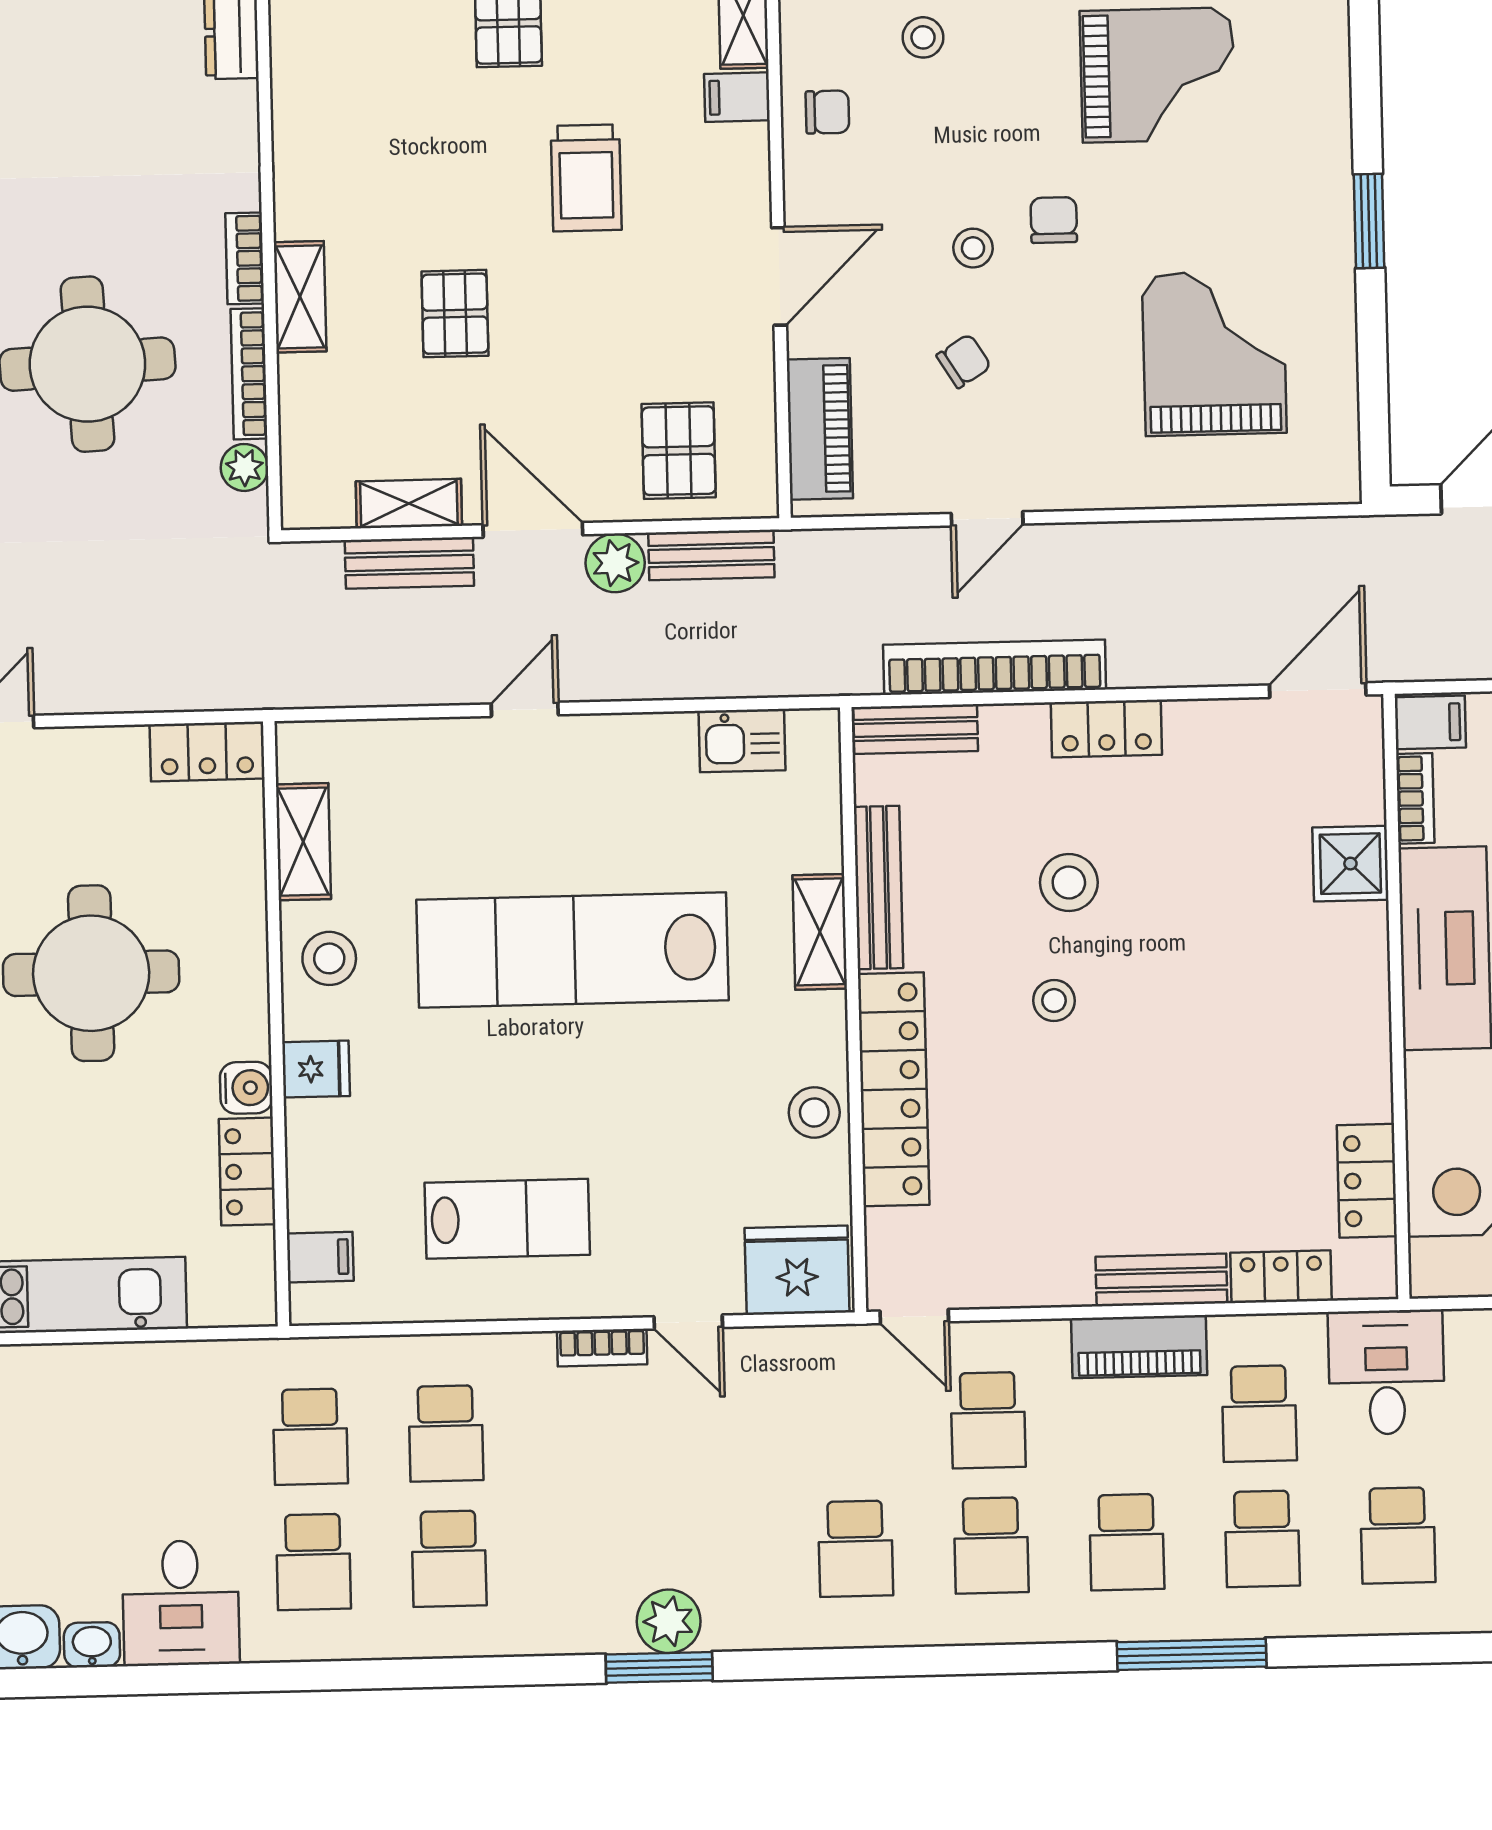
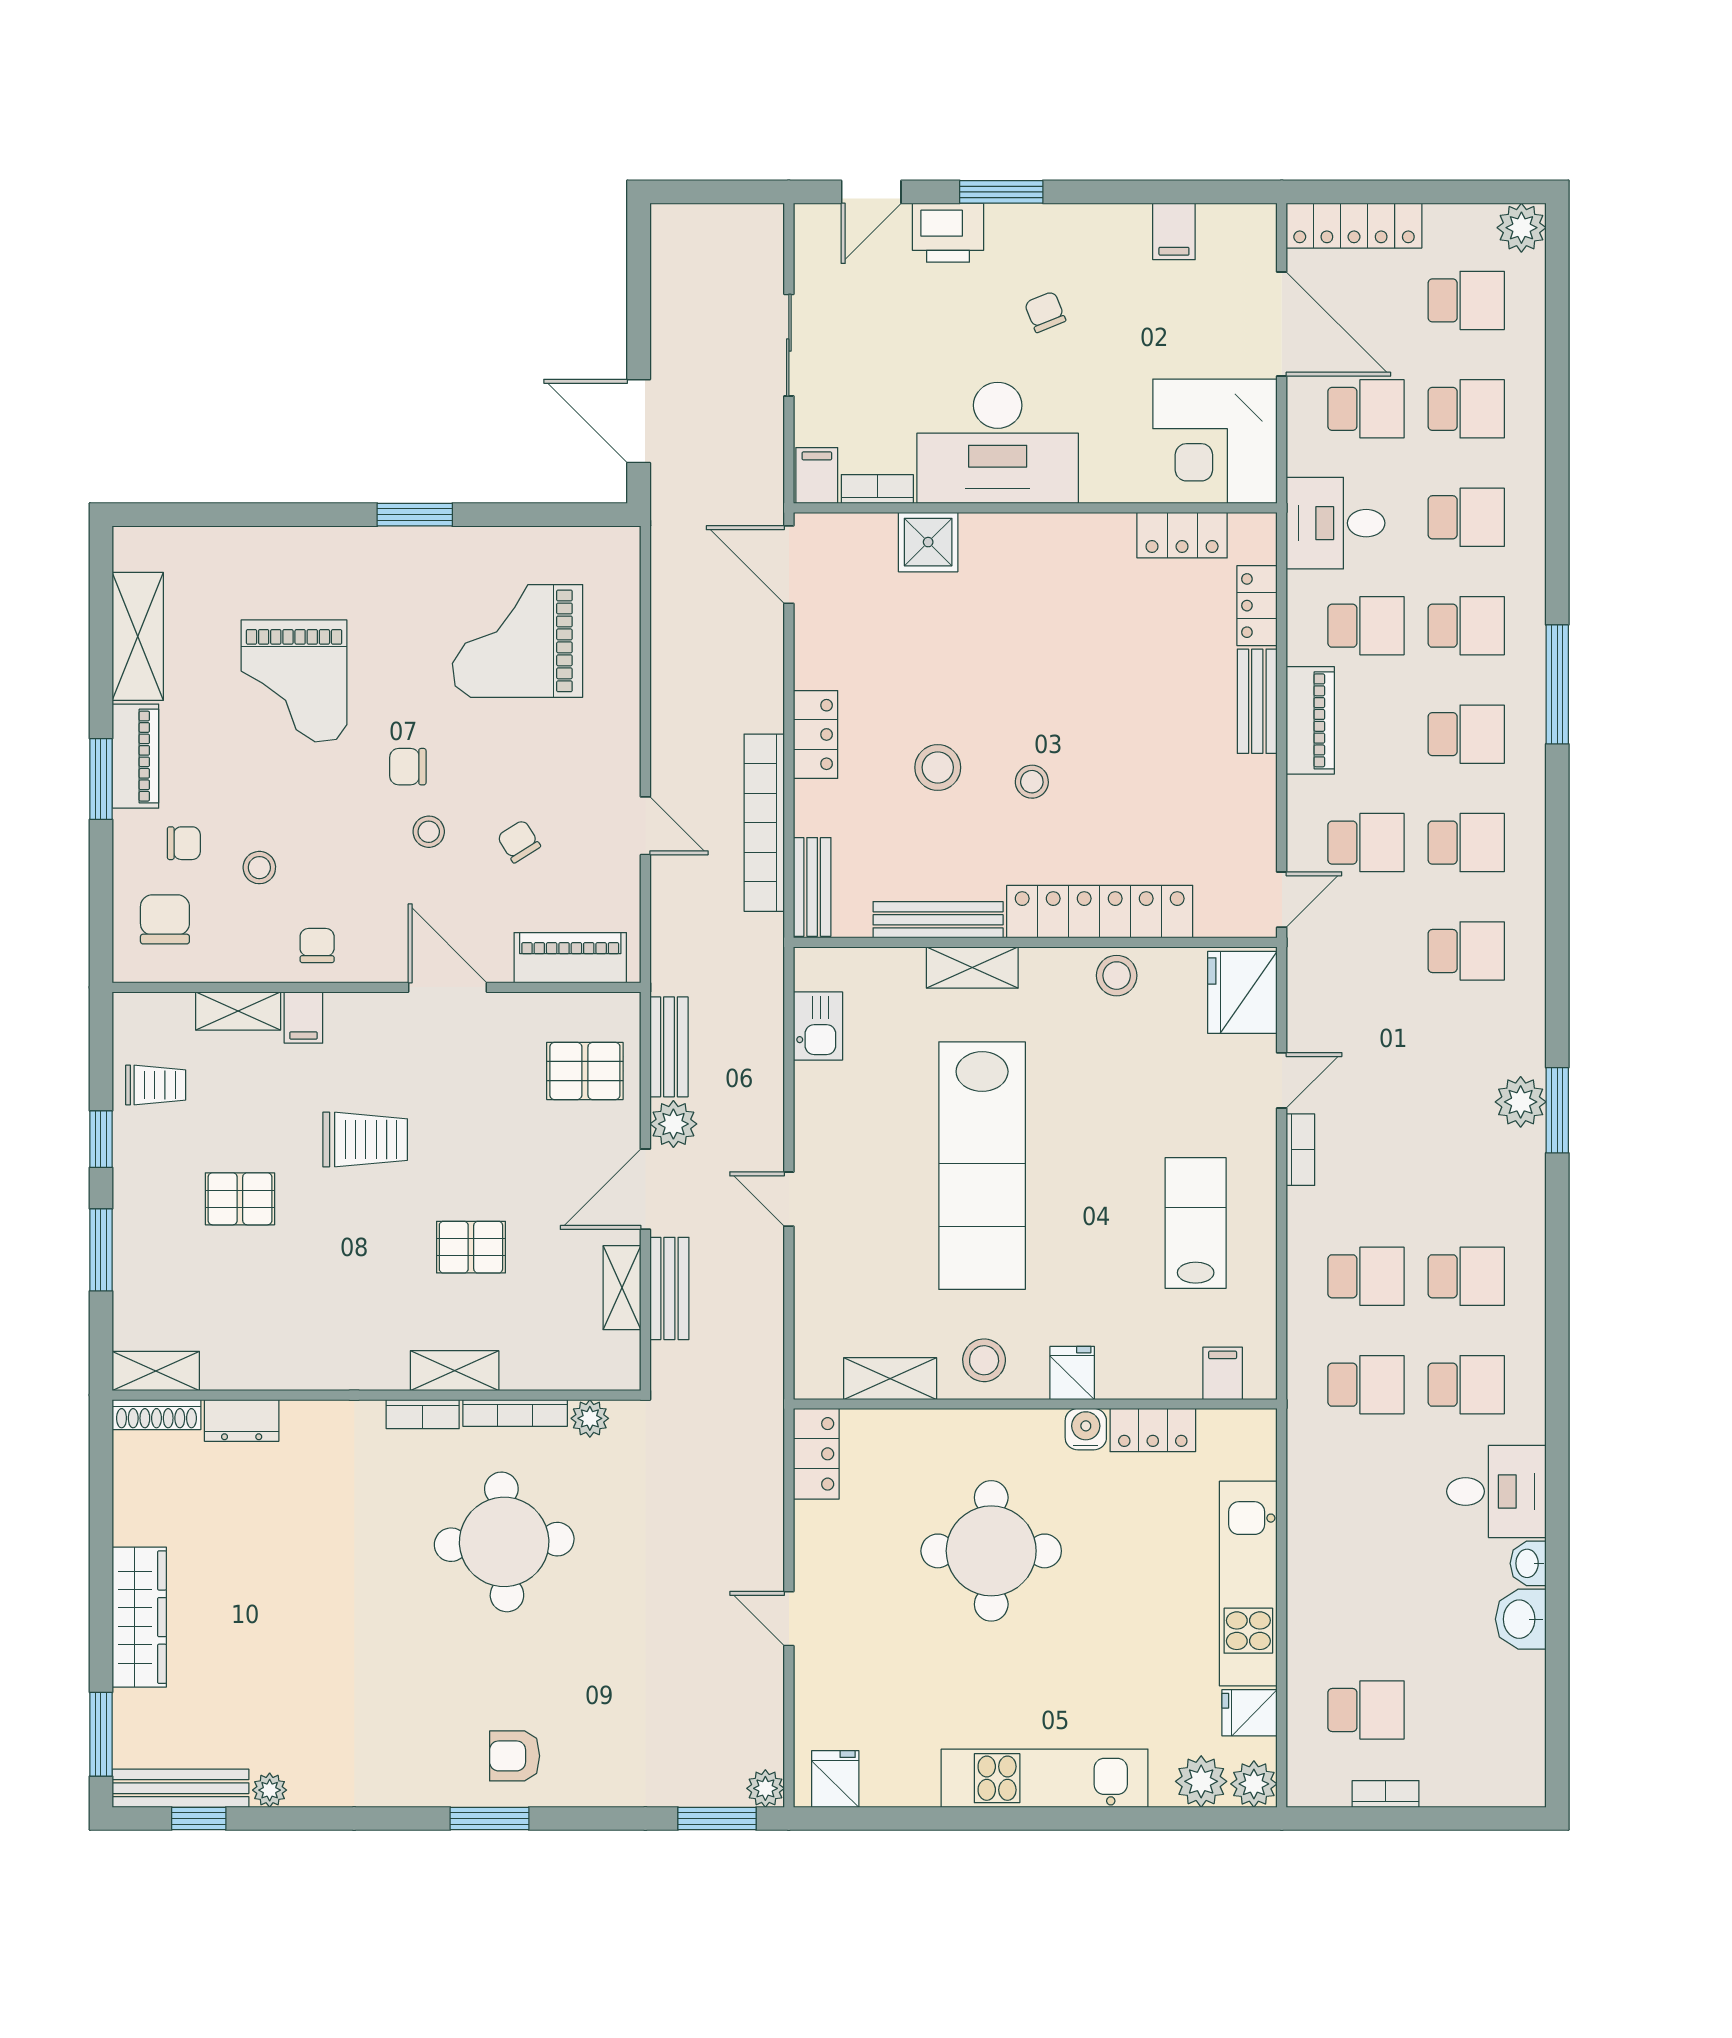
grand piano: (1158, 75) -> (294, 681), turned 180

